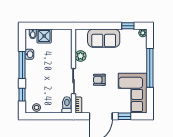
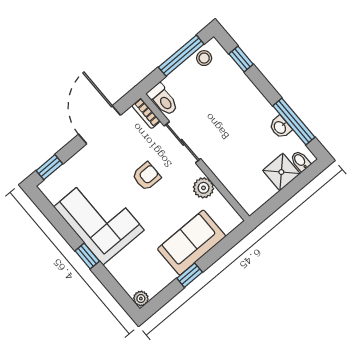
window: (128, 26) -> (190, 275), moved
window: (22, 65) -> (294, 122), moved
window: (150, 68) -> (87, 256), width x0.32
corner sofa: (133, 93) -> (99, 218), moved
window: (45, 116) -> (181, 56), added
window: (124, 116) -> (49, 167), moved

